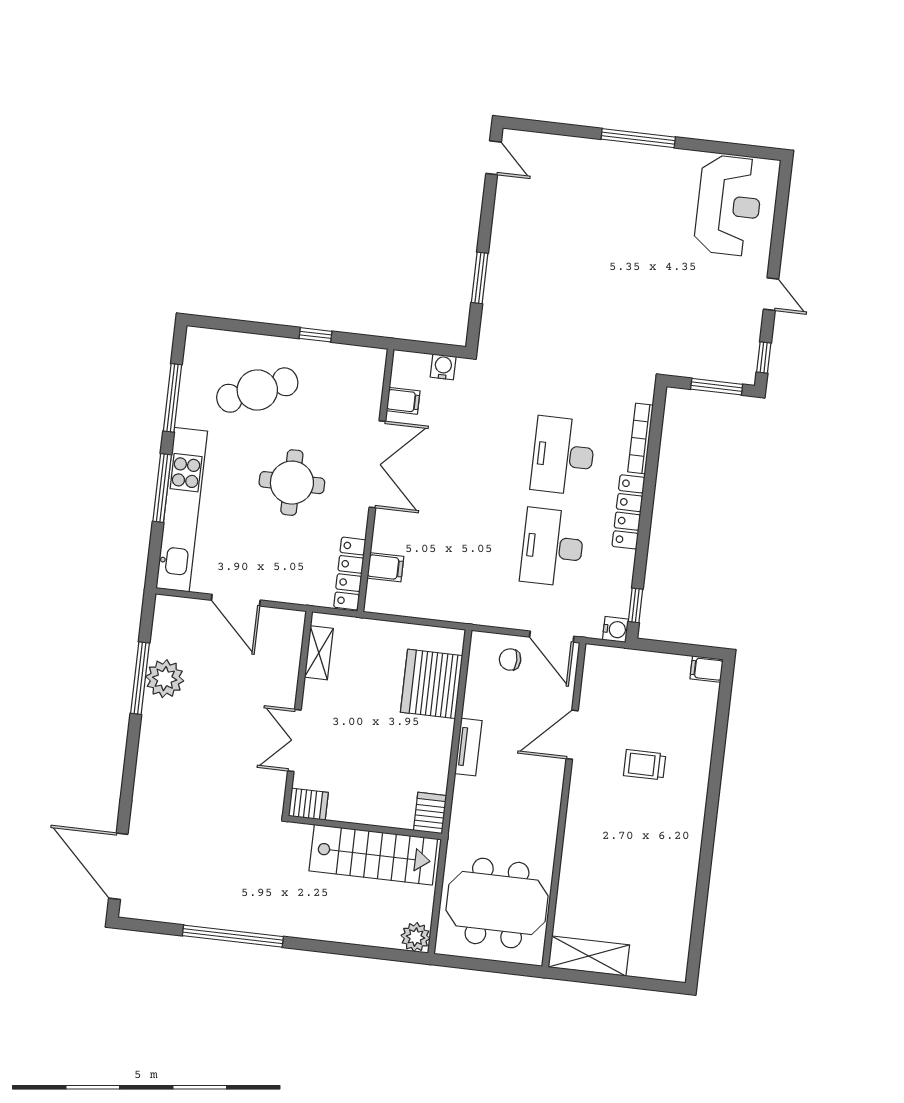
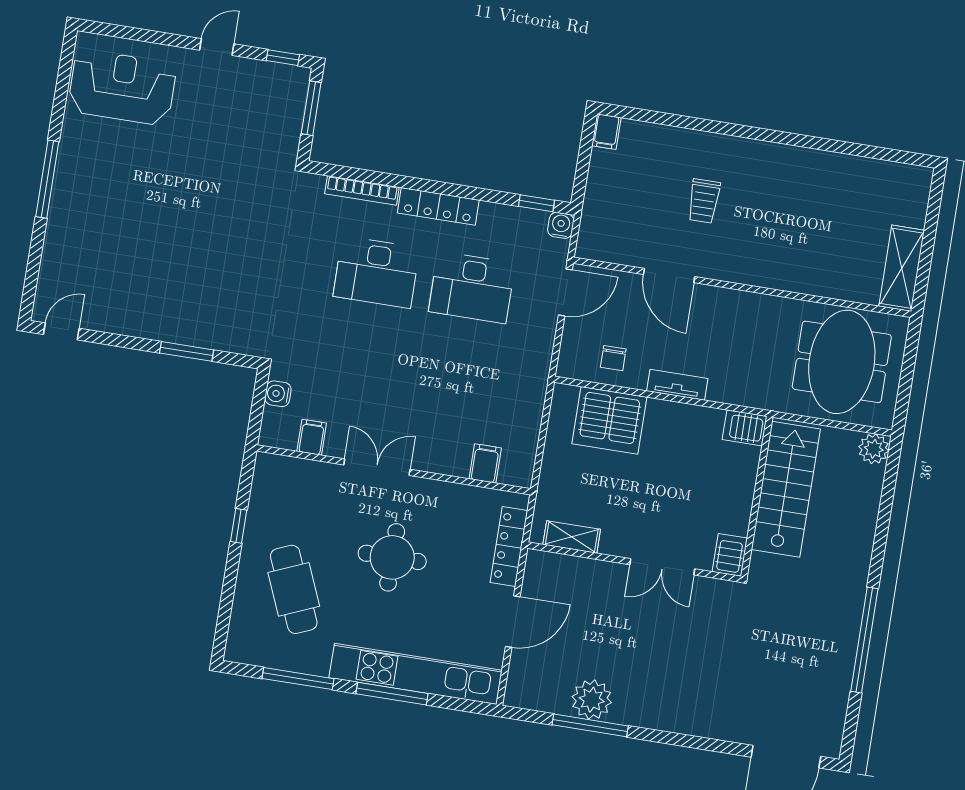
double door: (377, 464) -> (377, 467), width x0.73
locker: (350, 573) -> (509, 546), moved, turned 90
chair: (510, 660) -> (613, 358), moved

